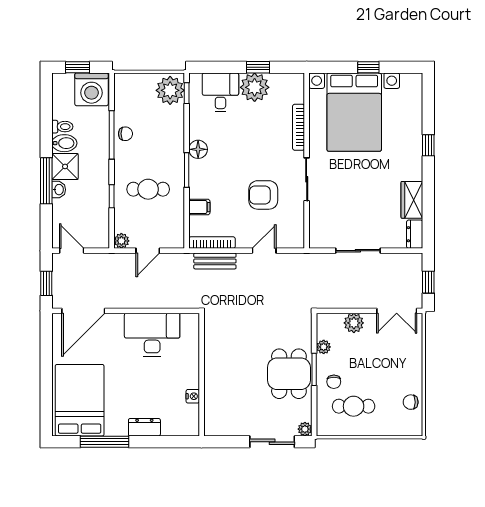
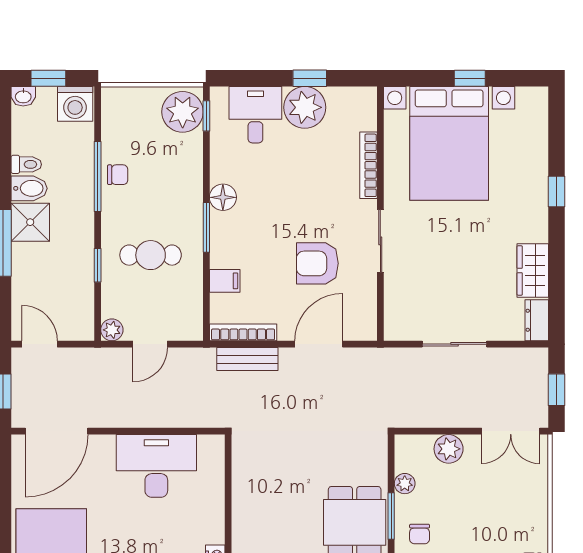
washing machine: (91, 89) -> (75, 104), width x0.73, depth x0.73
washbasin: (59, 190) -> (23, 96), moved, turned 90
door: (264, 251) -> (319, 344), width x1.38

